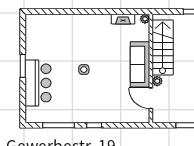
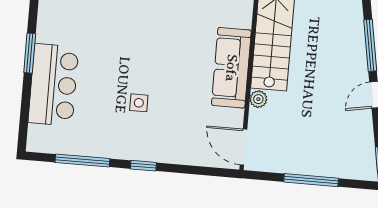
side table: (84, 70) -> (139, 103), moved
door: (151, 98) -> (243, 147), moved

